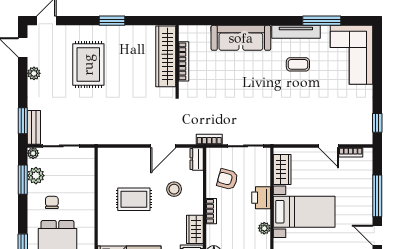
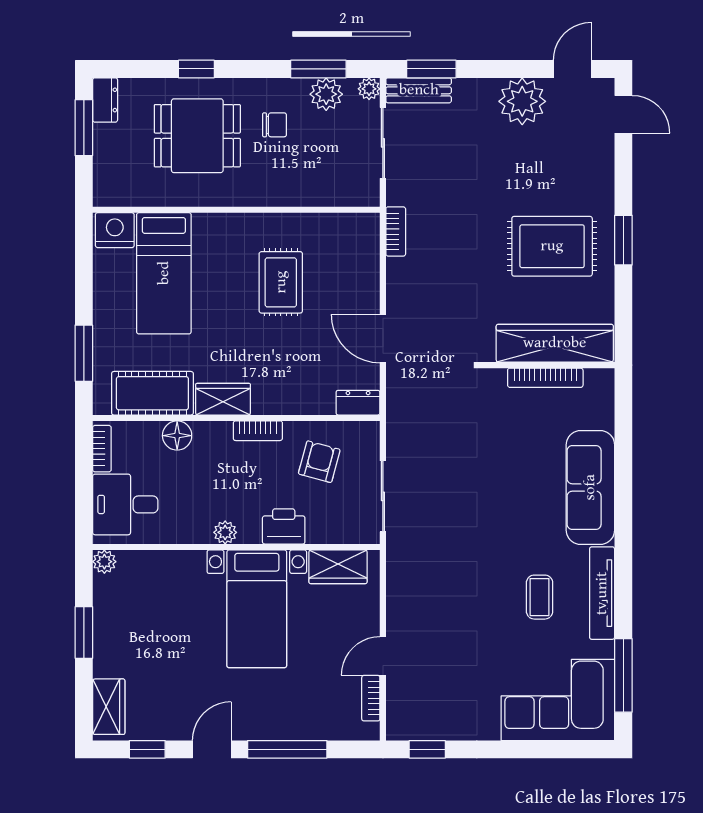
window: (322, 21) -> (623, 675), moved
rug: (88, 65) -> (552, 246), moved
plant: (34, 73) -> (522, 101), width x1.87, depth x1.87
bookcase: (209, 139) -> (396, 231), moved
stool: (174, 189) -> (300, 359), removed

